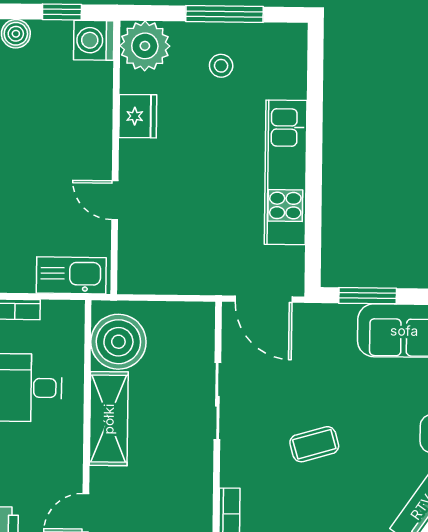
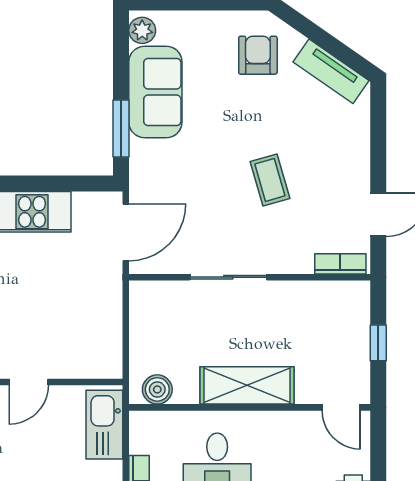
boiler: (118, 342) -> (157, 389), width x0.54, depth x0.54

